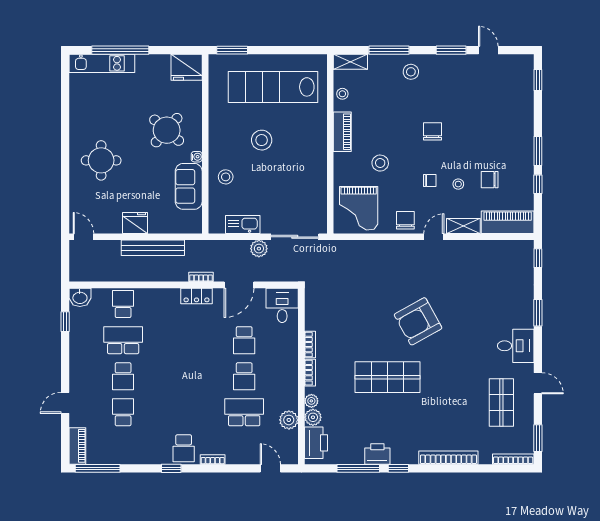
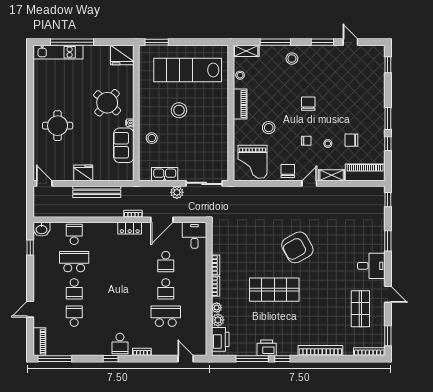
plant: (289, 420) -> (200, 322), removed

